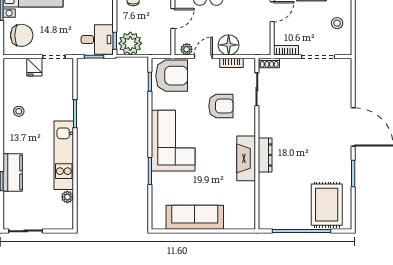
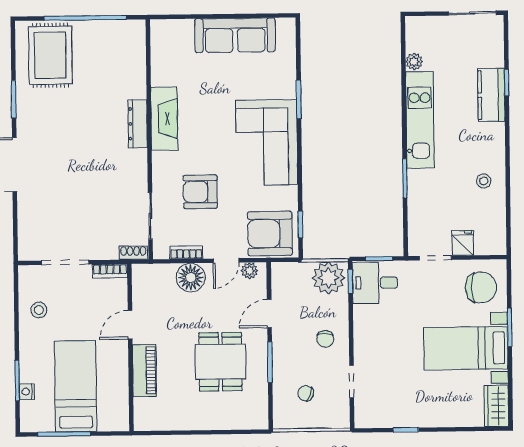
chair: (22, 35) -> (481, 287), turned 180

